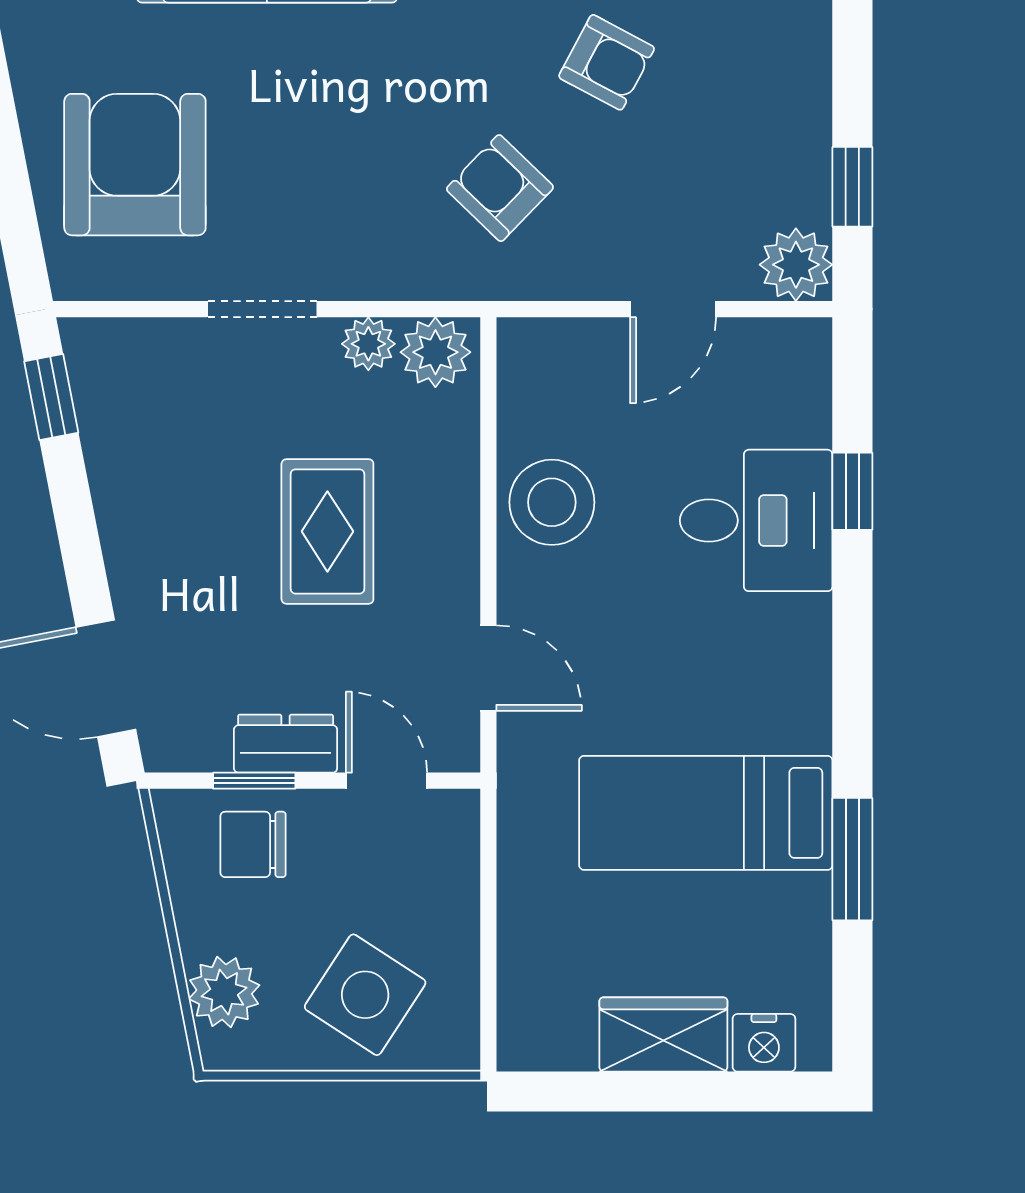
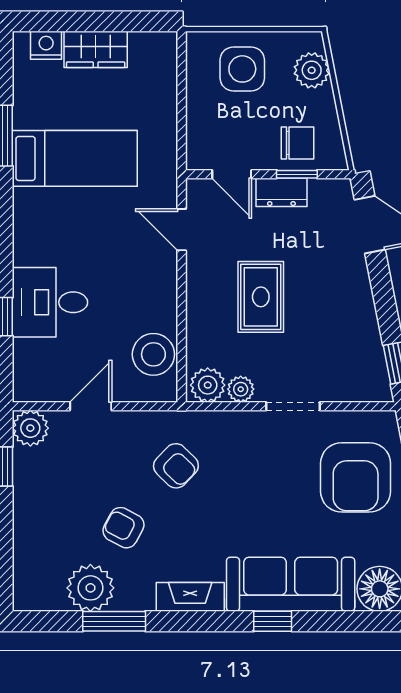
stool: (552, 502) -> (153, 354), moved
side table: (365, 995) -> (242, 69), turned -33

